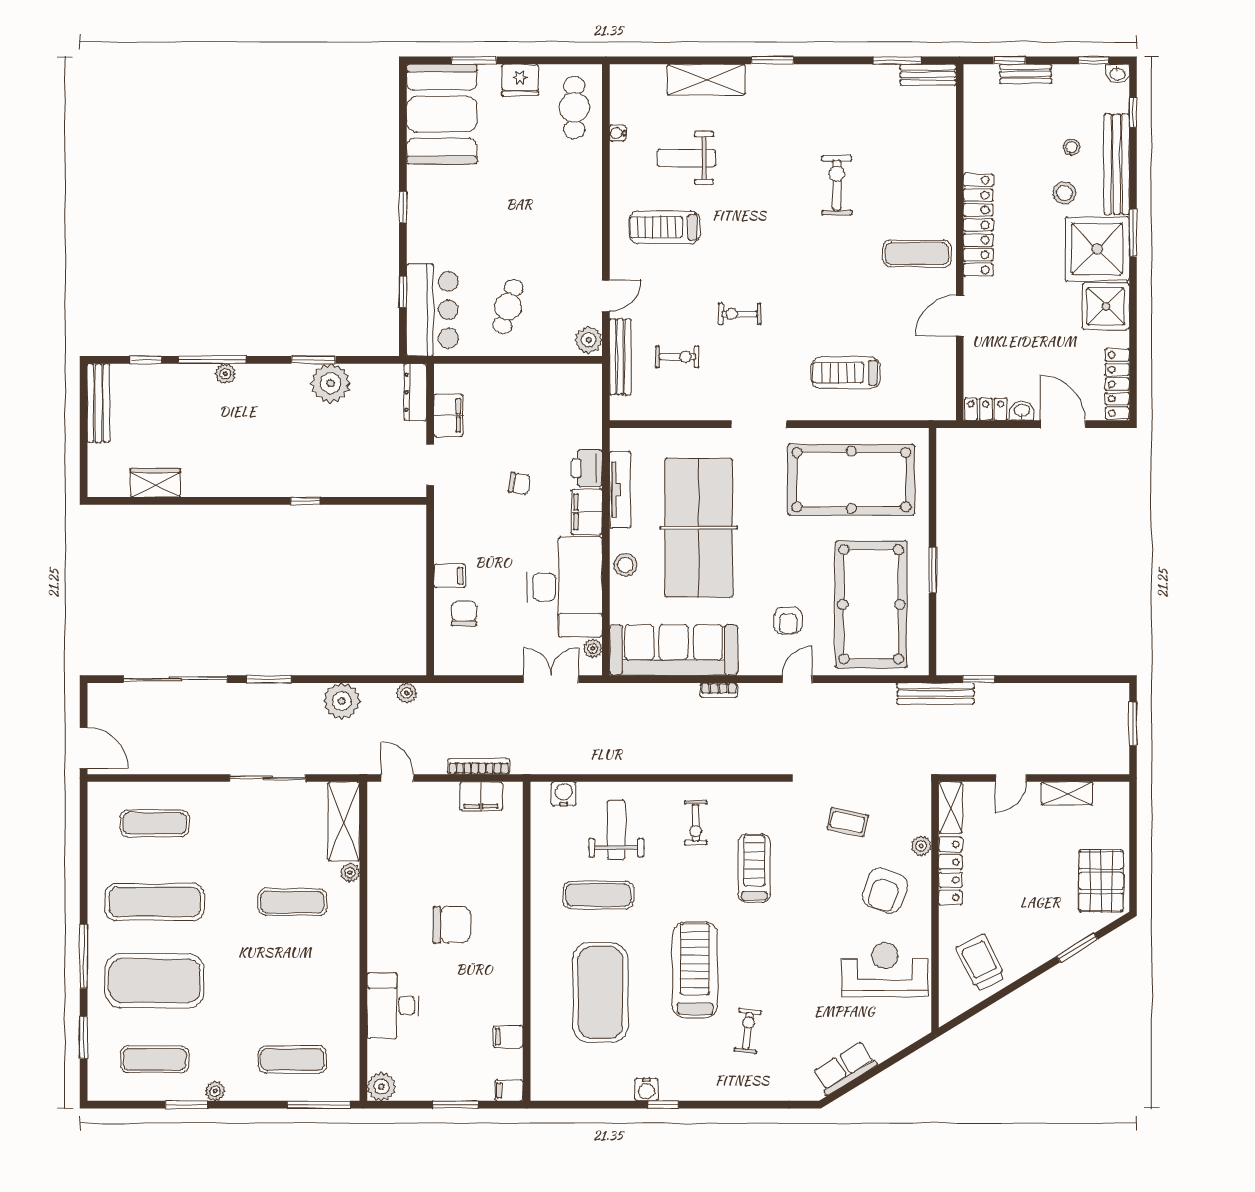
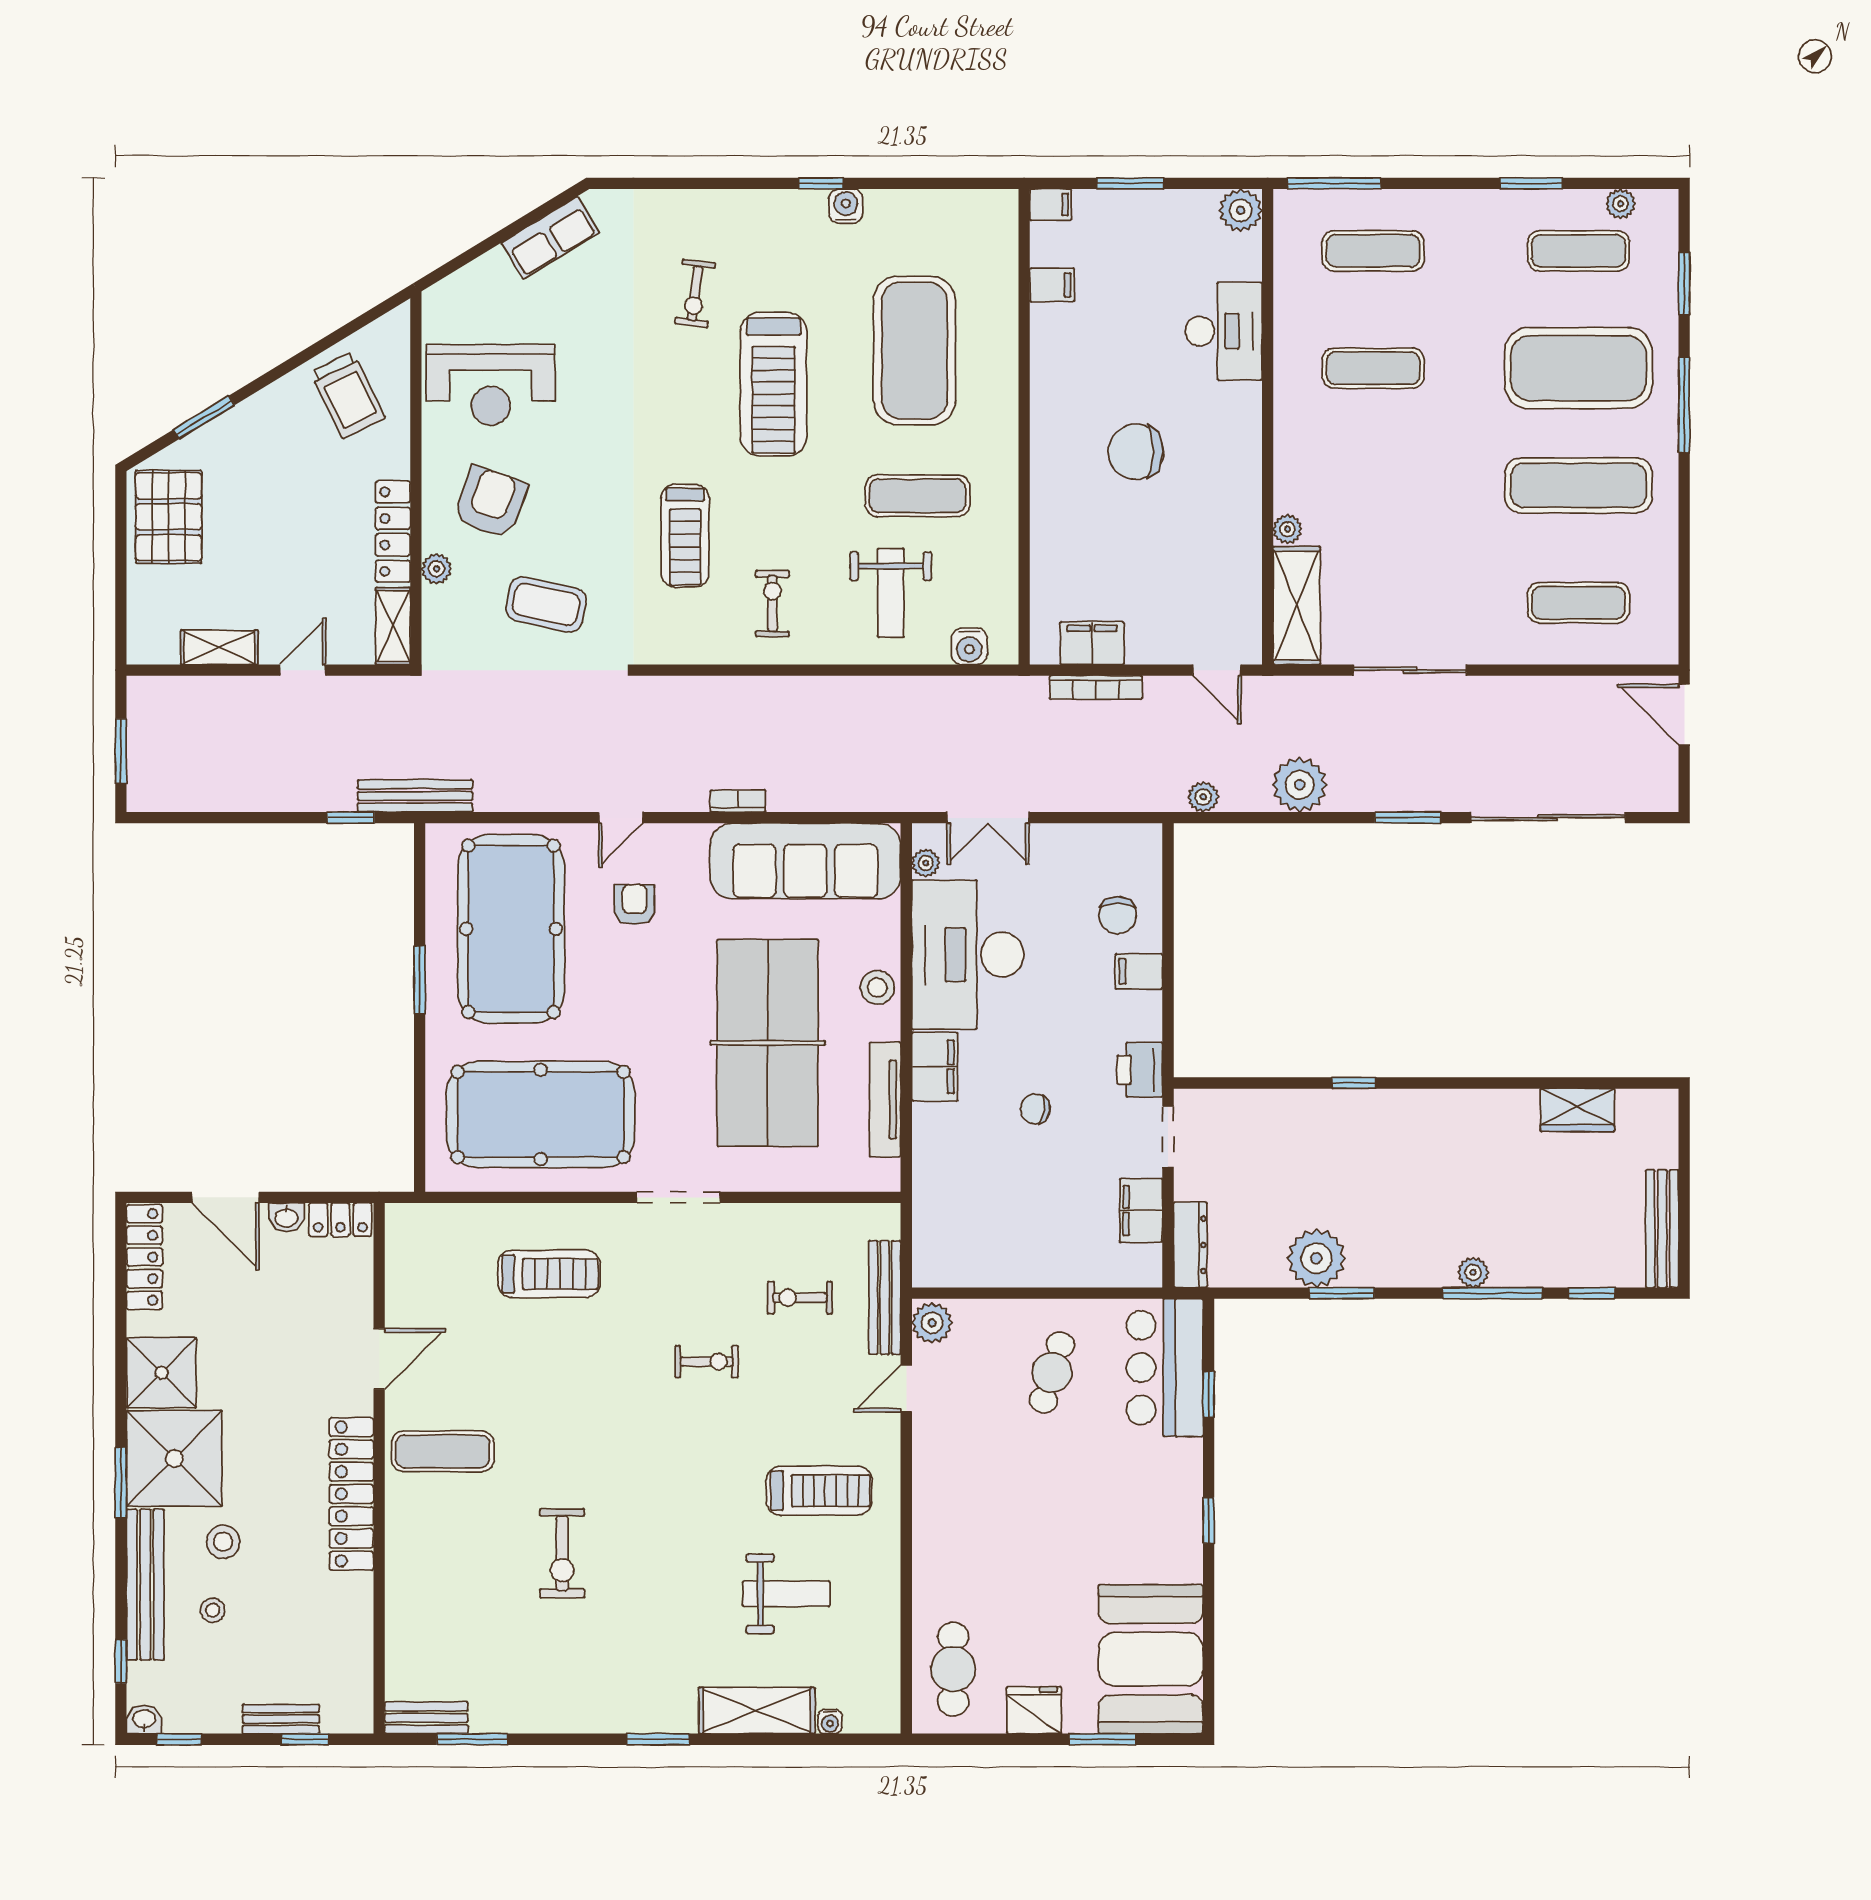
water cooler: (618, 133) -> (830, 1722), moved, turned 90
printer: (587, 468) -> (1140, 1070), moved, turned 180
coffee table: (848, 822) -> (546, 604), width x1.36, depth x1.30
exercise mat: (292, 902) -> (1373, 368), moved
plant: (215, 1091) -> (1621, 204), moved

